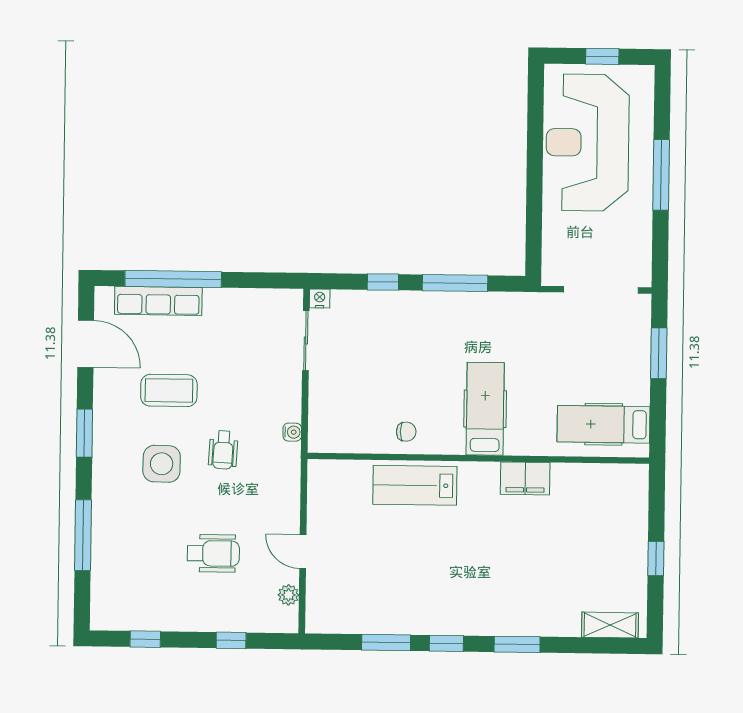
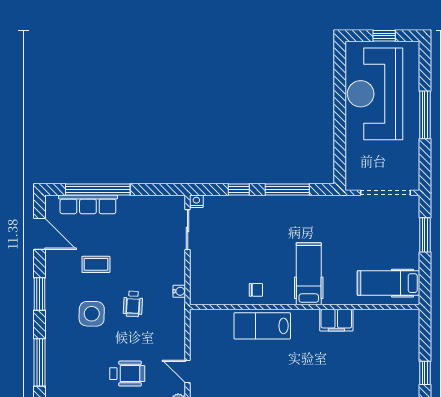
coffee table: (169, 390) -> (96, 264), width x0.73, depth x0.77

